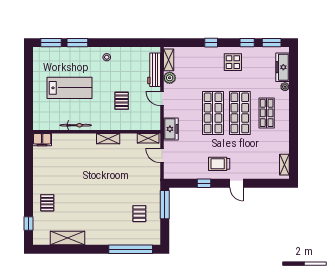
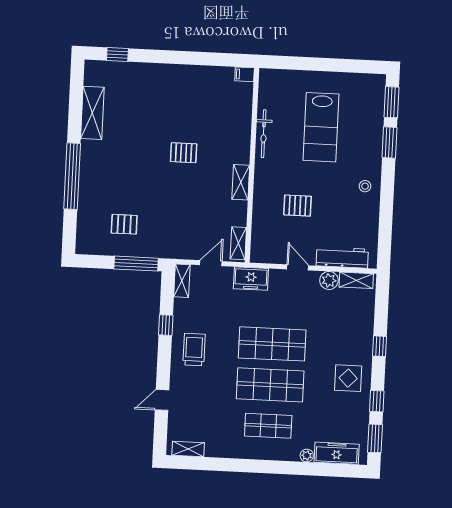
door: (162, 99) -> (298, 267), hinge flipped
filing cabinet: (42, 140) -> (245, 74), width x0.50
shelving: (174, 174) -> (182, 281), added
door: (237, 183) -> (162, 400), moved
pallet: (47, 203) -> (184, 153), moved
window: (131, 249) -> (72, 176), moved

